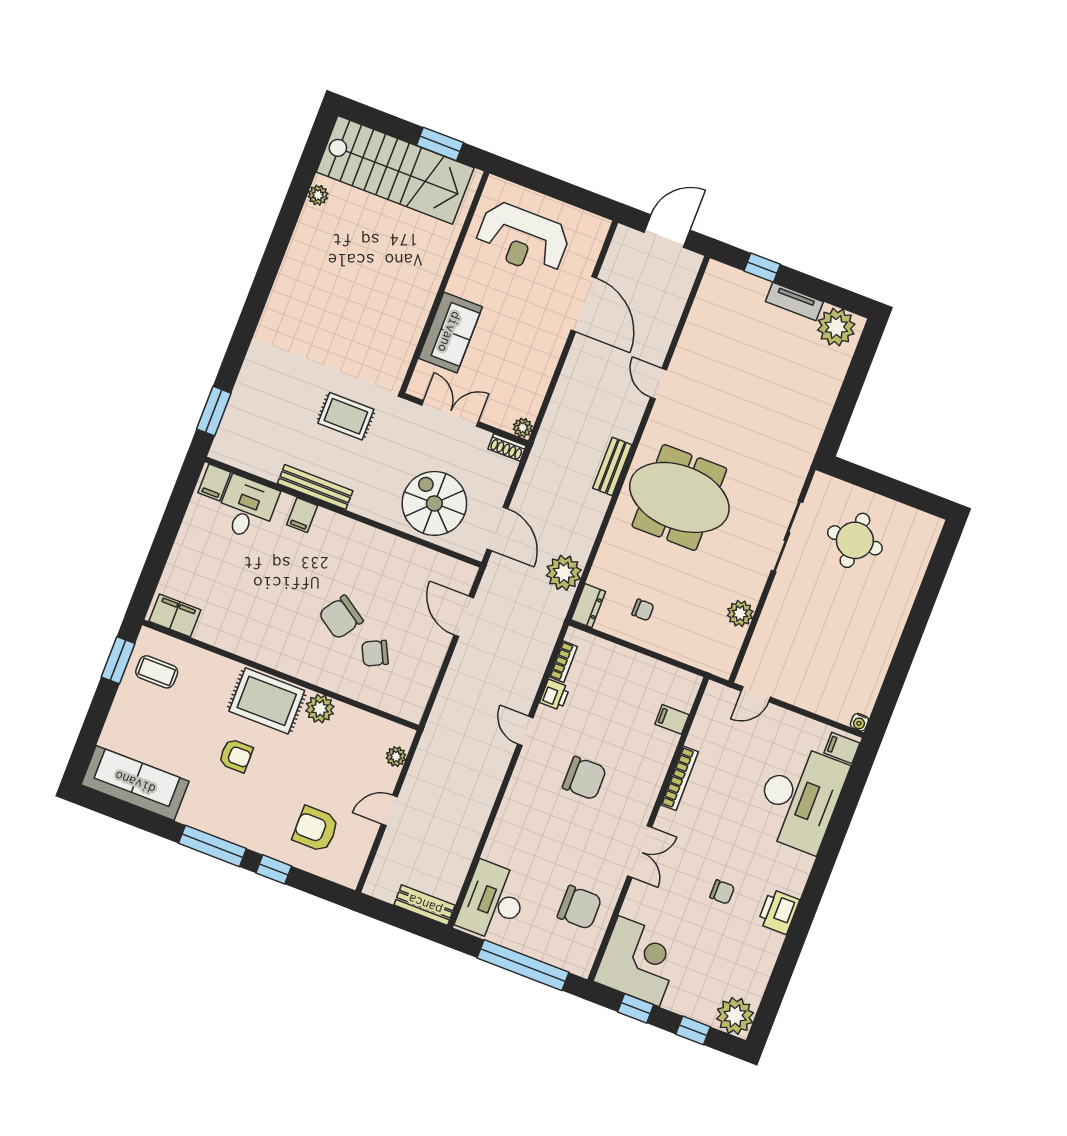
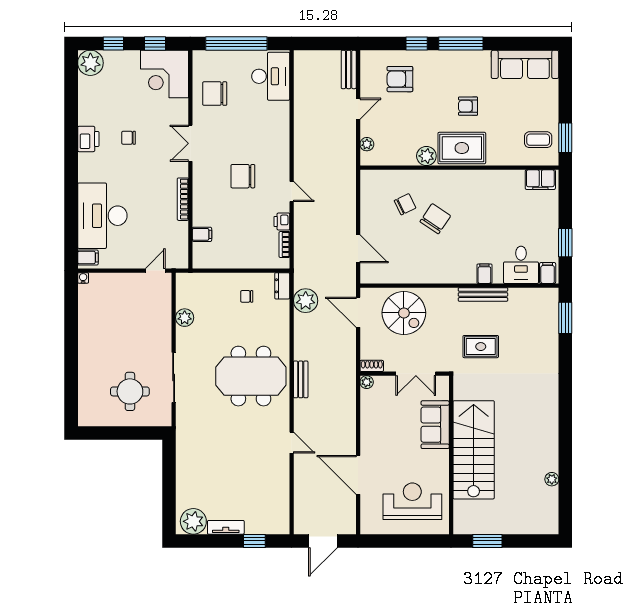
stairs: (395, 170) -> (474, 450), moved, turned 90
window: (174, 515) -> (565, 243), added
armchair: (316, 829) -> (400, 79), turned 180
bench: (425, 905) -> (349, 69), moved, turned 90

